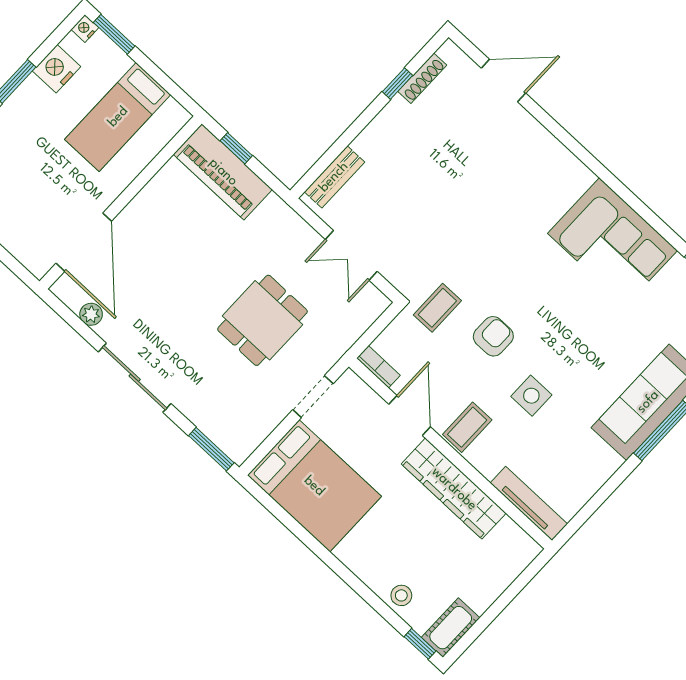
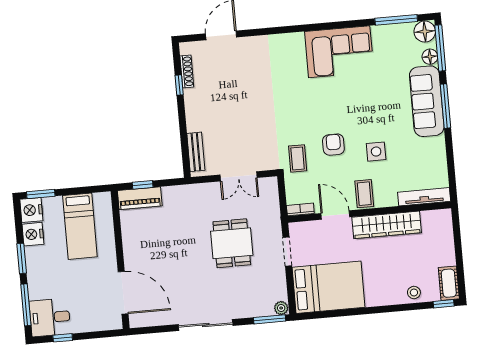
nightstand: (85, 29) -> (31, 210), width x1.89, depth x1.79
piano: (223, 172) -> (140, 198), width x0.73, depth x0.75
plant: (91, 314) -> (281, 308), moved

